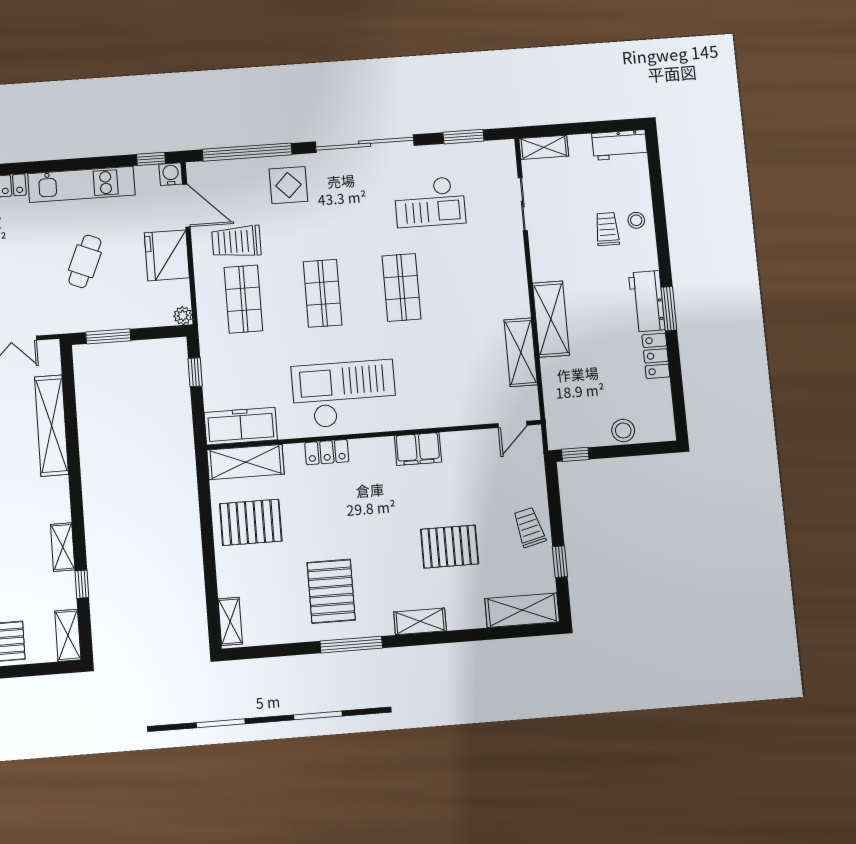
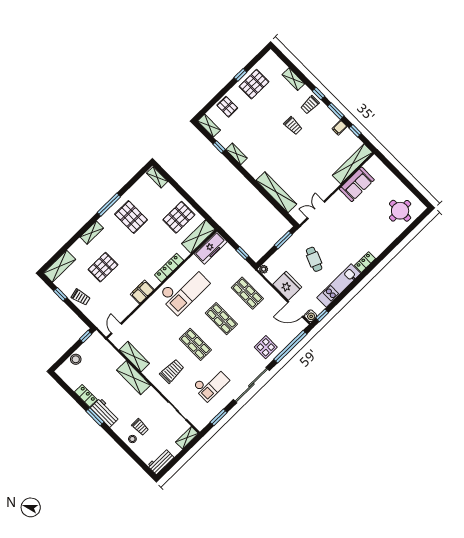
checkout: (430, 202) -> (211, 384), turned 180
trolley: (236, 242) -> (172, 371), moved
locker: (327, 452) -> (169, 268), width x1.53

